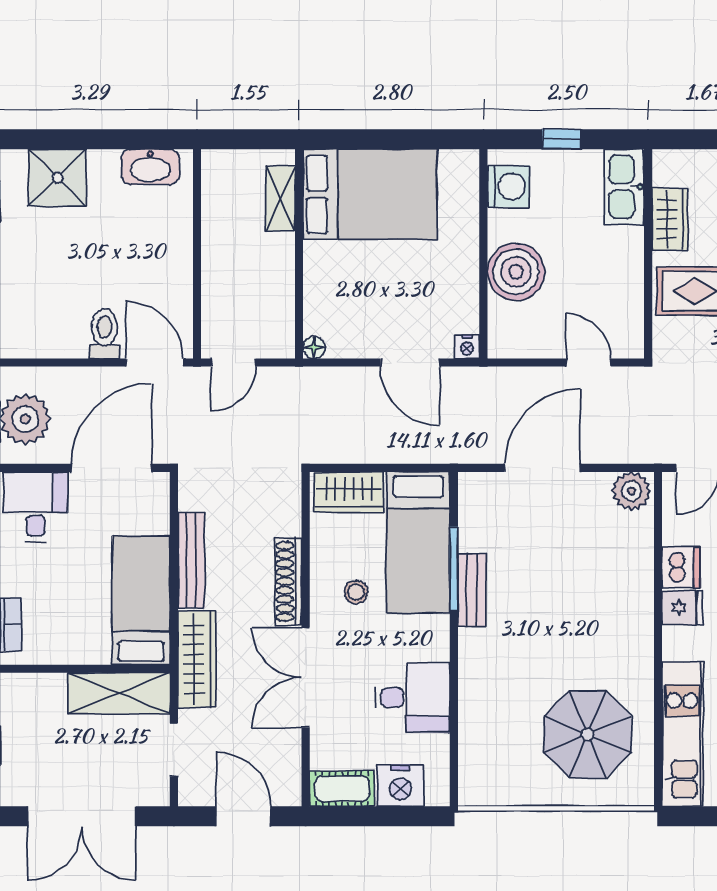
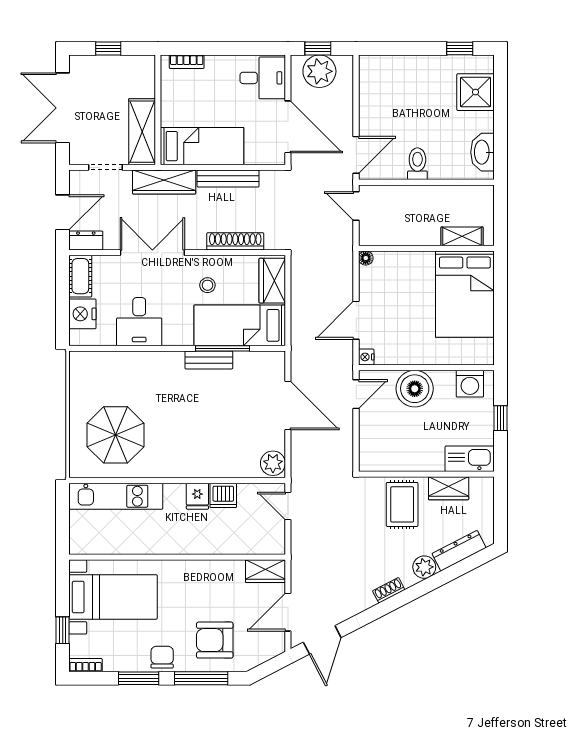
toilet: (104, 334) -> (417, 164), moved, turned -90
door: (589, 362) -> (356, 394), moved
shoe rack: (288, 581) -> (235, 241), moved
dresser: (287, 780) -> (86, 241), added

